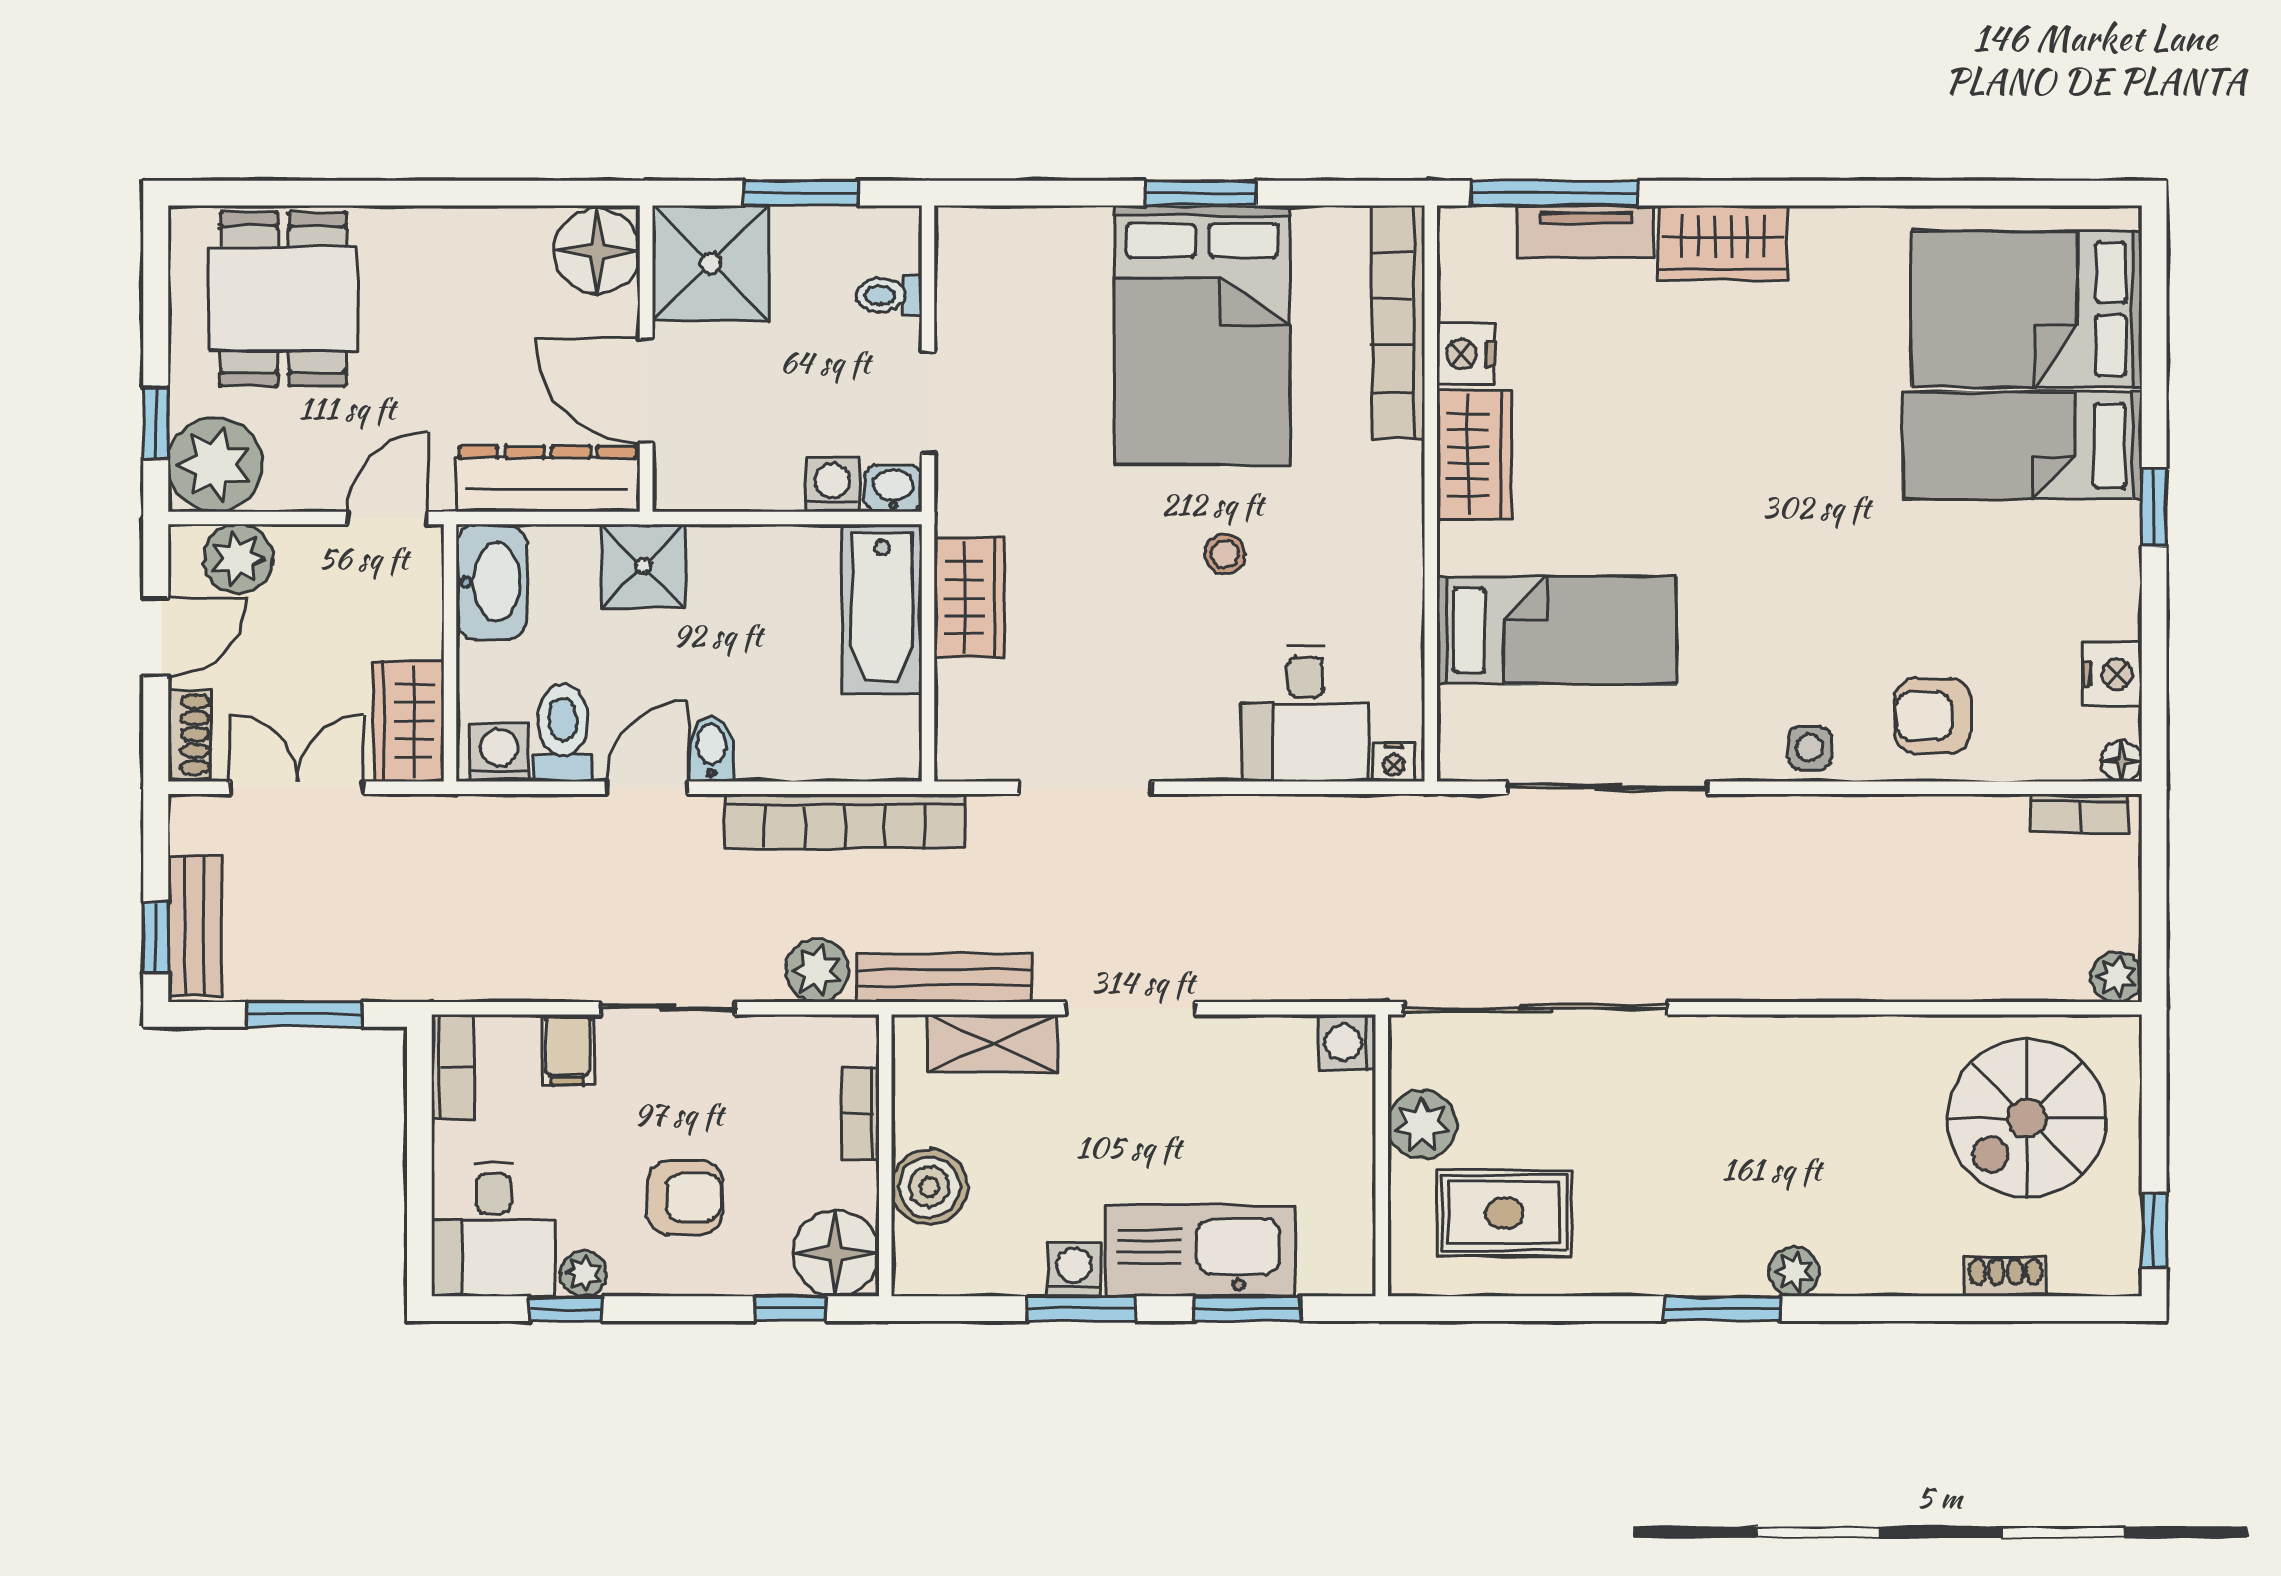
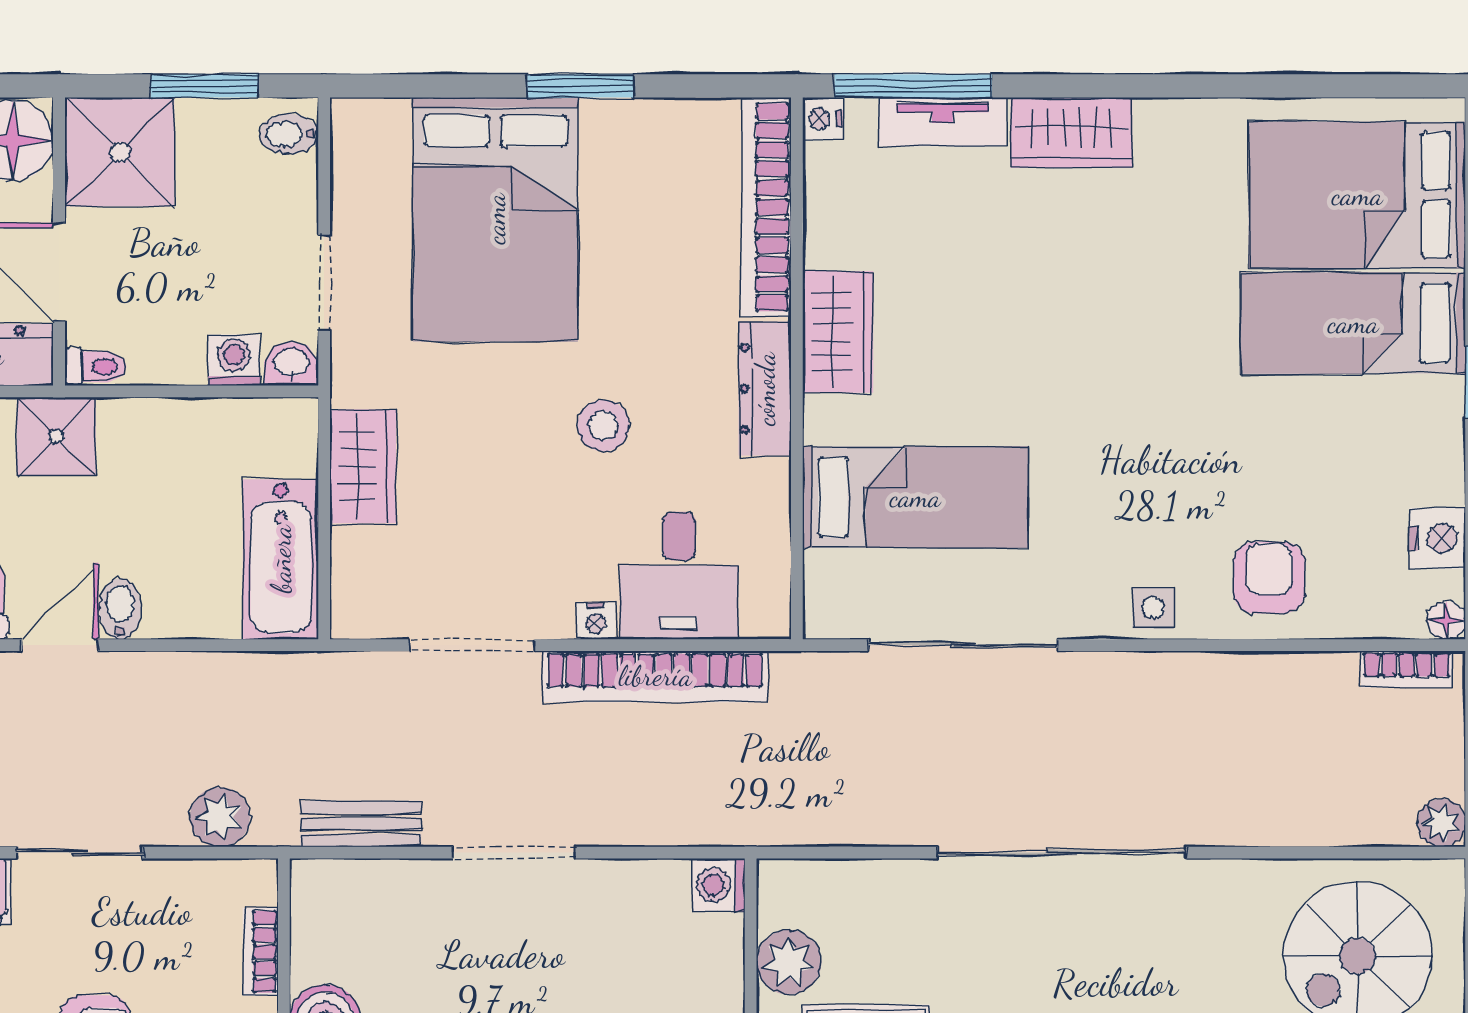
bidet: (891, 244) -> (289, 134), added
toilet: (889, 295) -> (96, 367), moved, turned 180
bed: (1202, 335) -> (495, 219), moved
nightstand: (1466, 354) -> (823, 119), moved, width x0.72, depth x0.74
dresser: (1397, 515) -> (765, 389), added
stool: (1225, 554) -> (603, 426), width x1.37, depth x1.37
bathtub: (882, 609) -> (281, 559), moved
armchair: (1933, 716) -> (1269, 578), turned 90
nightstand: (1394, 762) -> (596, 621), moved
bookcase: (845, 821) -> (655, 676), moved
bench: (944, 978) -> (361, 824), width x0.73
sliding door: (1535, 1008) -> (1062, 853), moved
shelving: (992, 1044) -> (384, 886), removed

